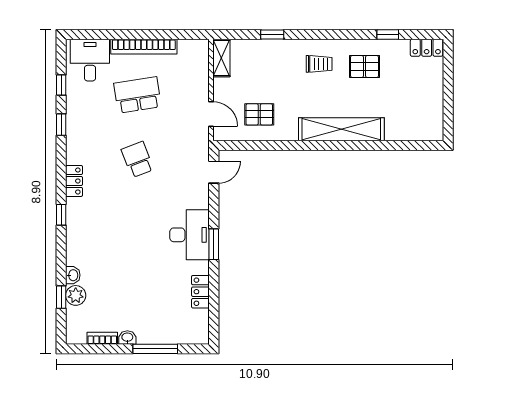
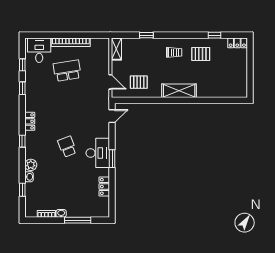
shelving: (341, 129) -> (179, 91), width x0.68
school desk: (137, 159) -> (67, 147), moved
plant: (76, 295) -> (31, 165), moved

